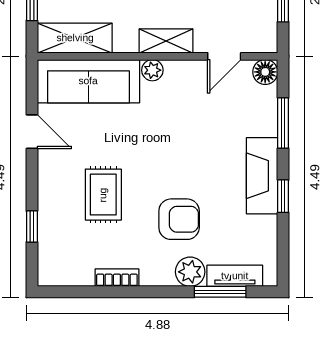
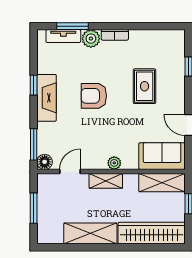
sofa: (88, 81) -> (162, 156), width x0.73
window: (283, 123) -> (34, 144), moved
armchair: (179, 219) -> (94, 96), moved
bookcase: (117, 278) -> (115, 35), moved

